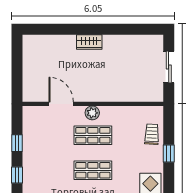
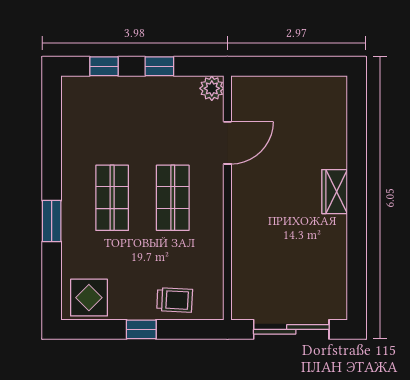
sliding door: (169, 67) -> (291, 329), width x1.37
plant: (92, 113) -> (212, 88), moved

